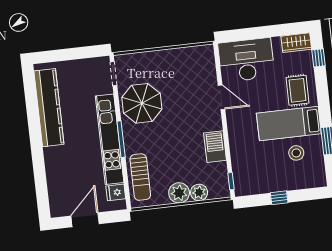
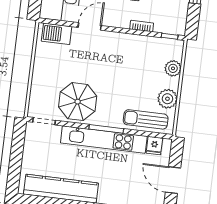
barbecue: (215, 147) -> (57, 34), moved
bookcase: (235, 150) -> (142, 26), added
sun lounger: (140, 177) -> (146, 119), turned 180
plant: (179, 193) -> (167, 99), moved

